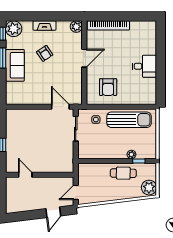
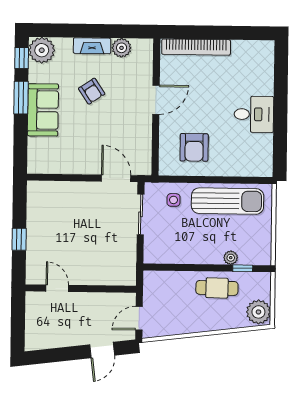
plant: (76, 27) -> (122, 48), moved

